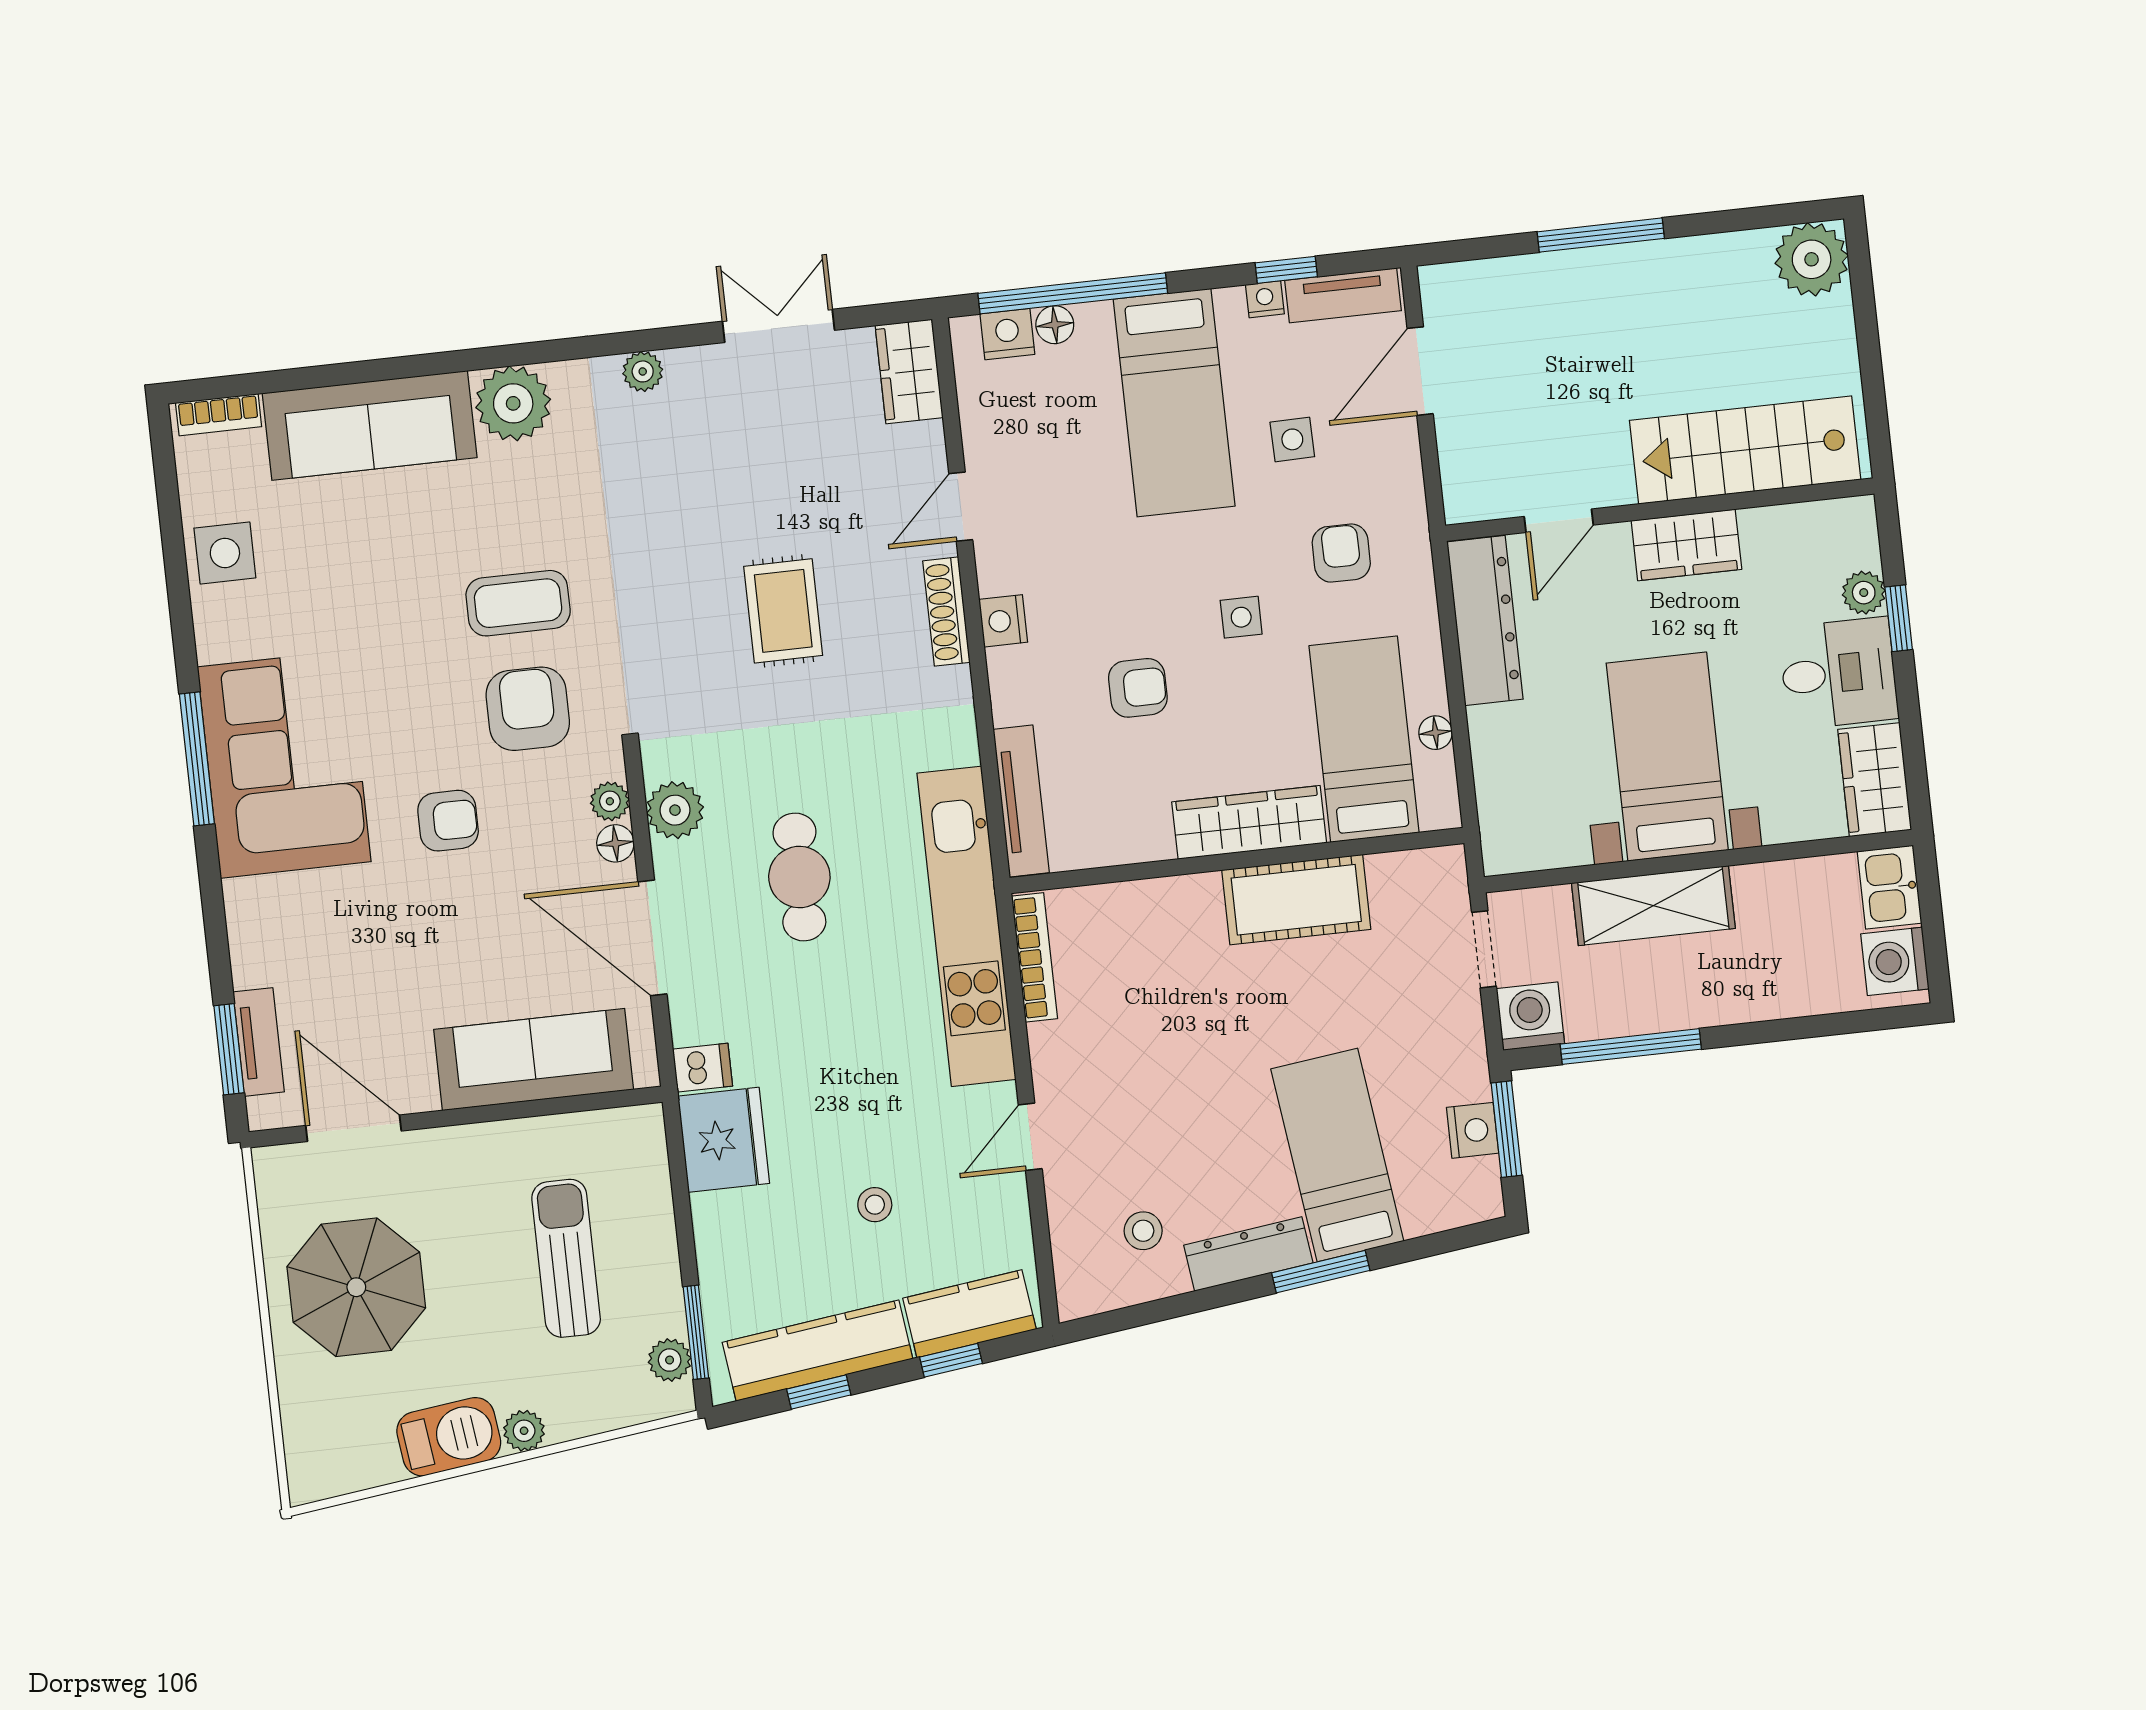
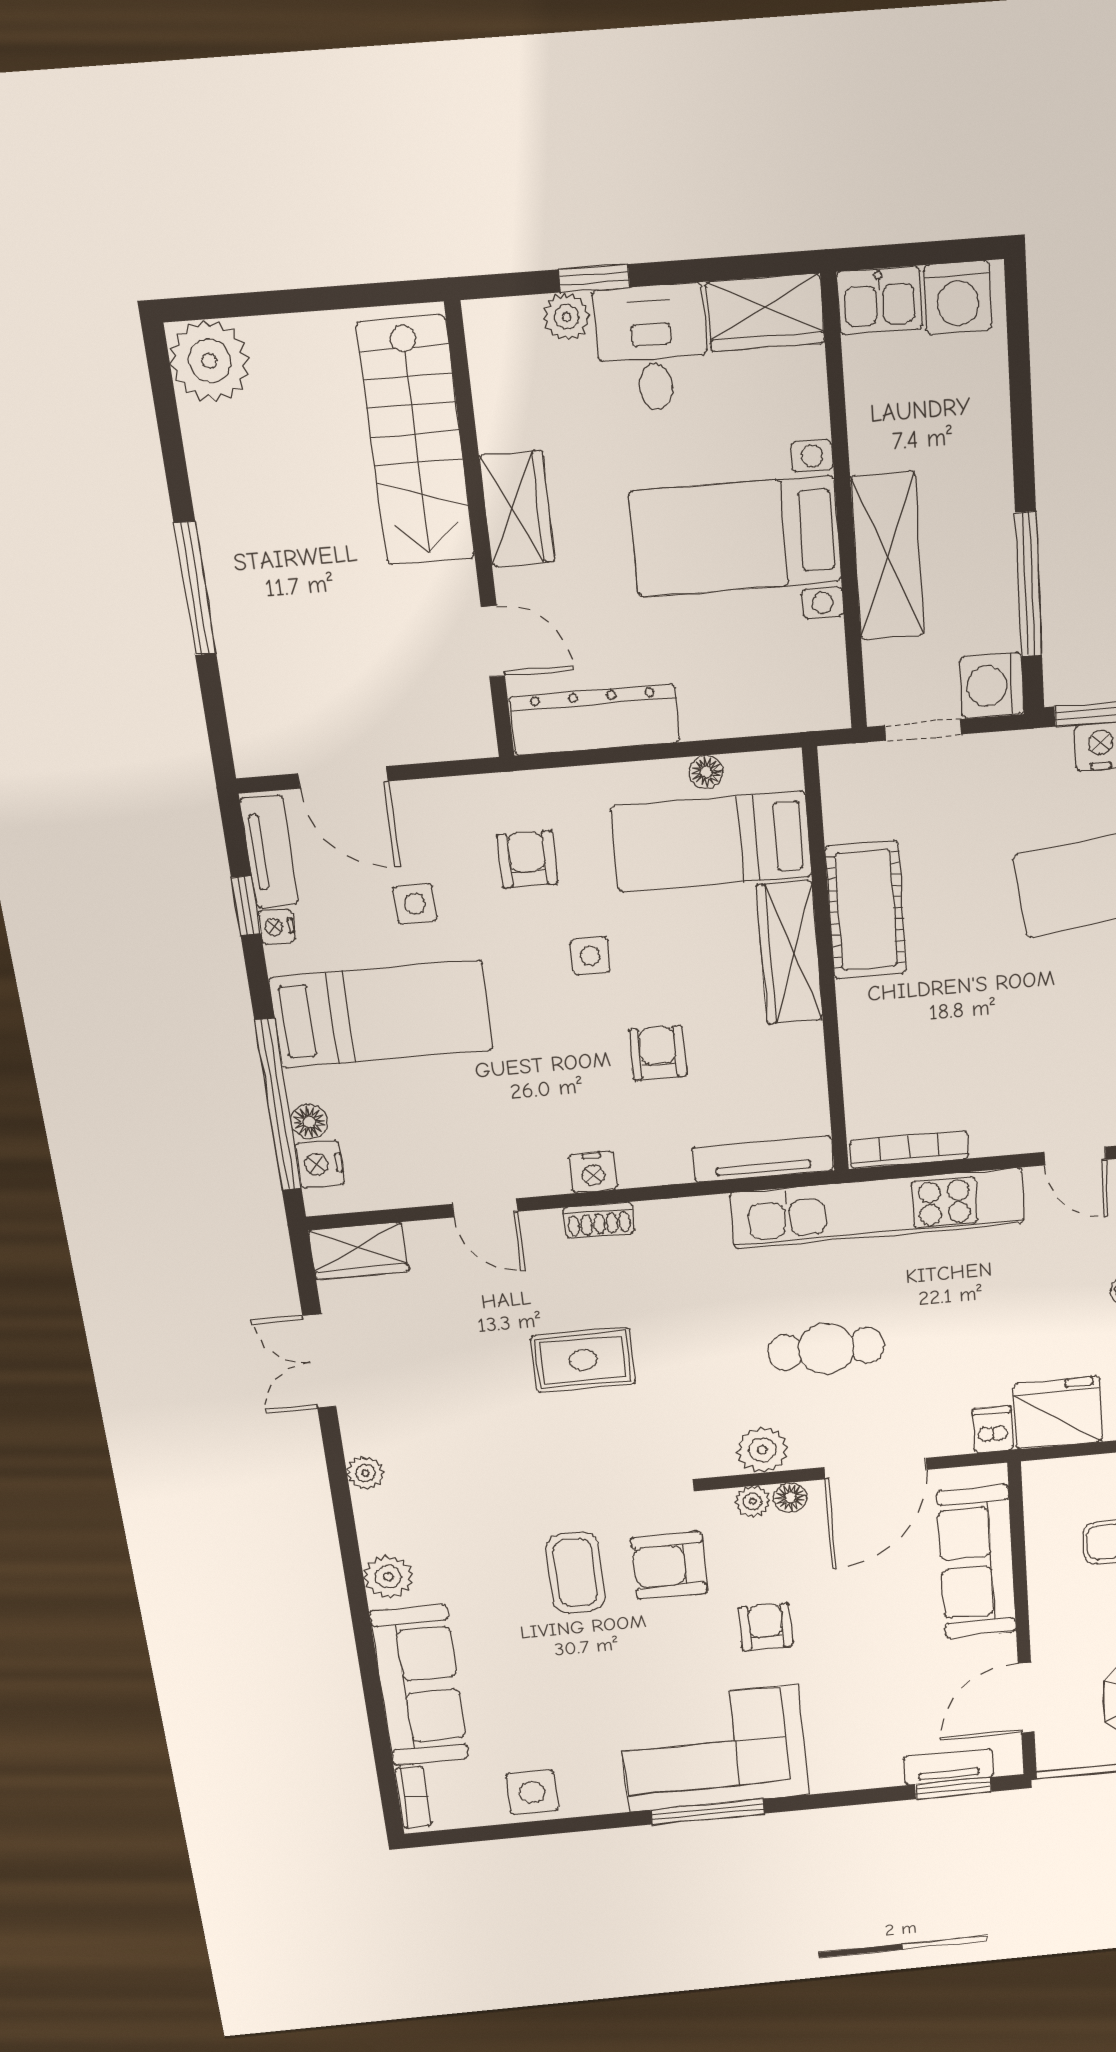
plant: (513, 403) -> (388, 1577), width x0.73, depth x0.73
armchair: (1341, 553) -> (527, 859), turned 90
shoe rack: (946, 612) -> (599, 1220), width x0.70

